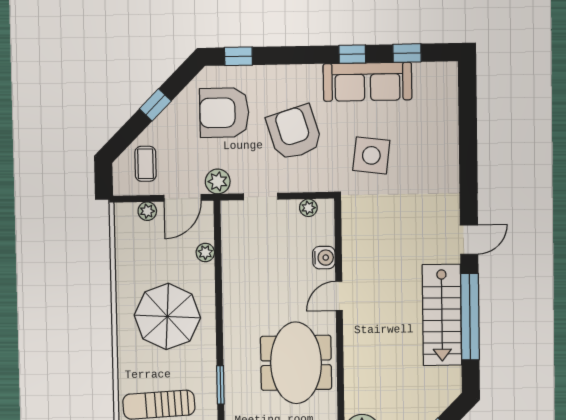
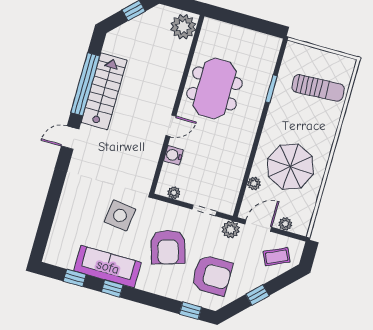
coffee table: (145, 164) -> (277, 257), turned 65
parasol: (167, 316) -> (290, 167), moved

